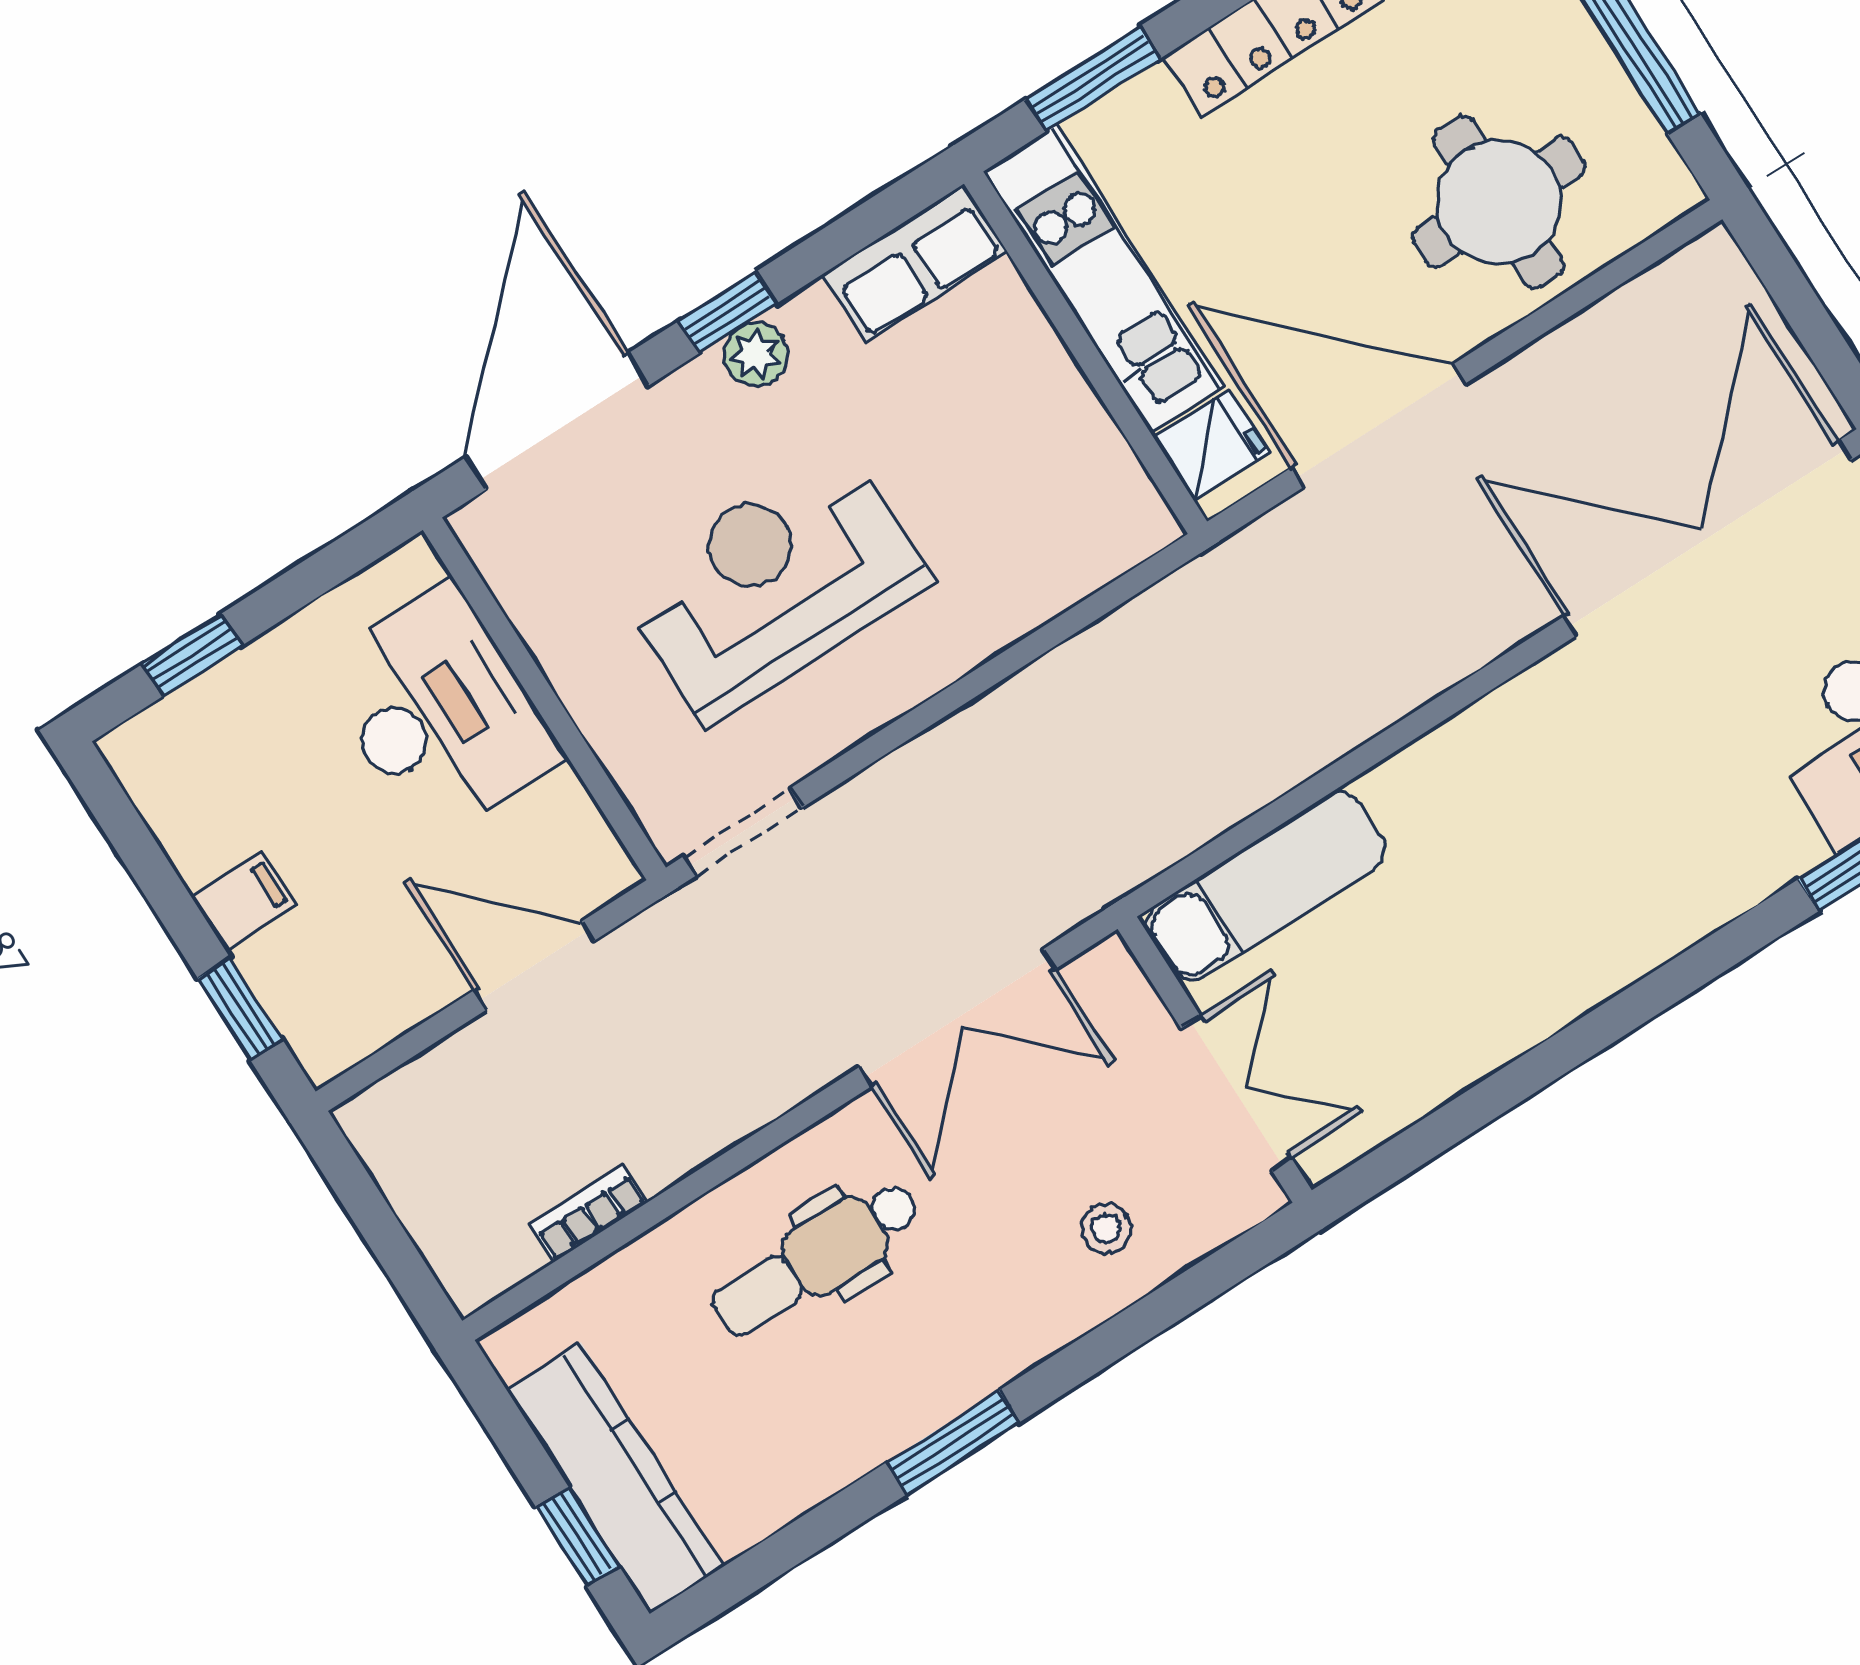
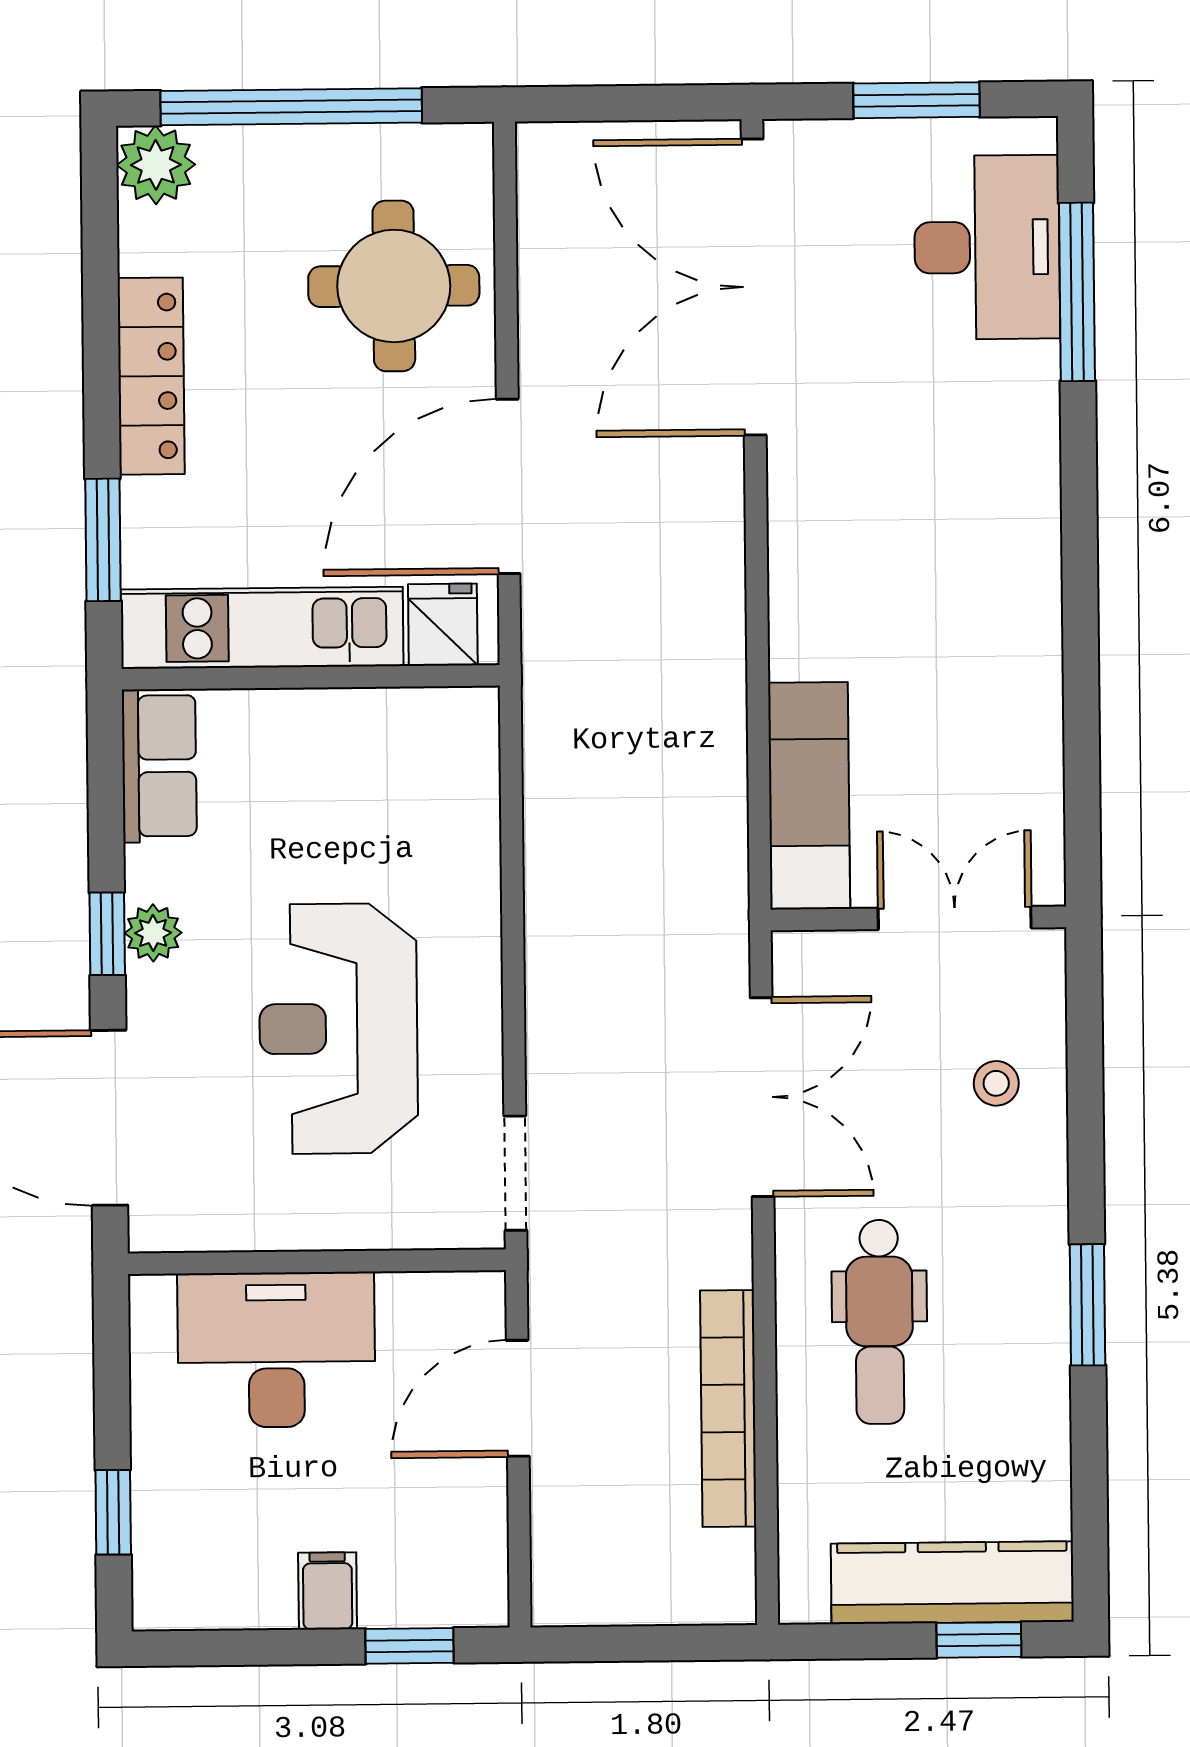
bookcase: (589, 1213) -> (728, 1409), width x2.31, depth x1.31

